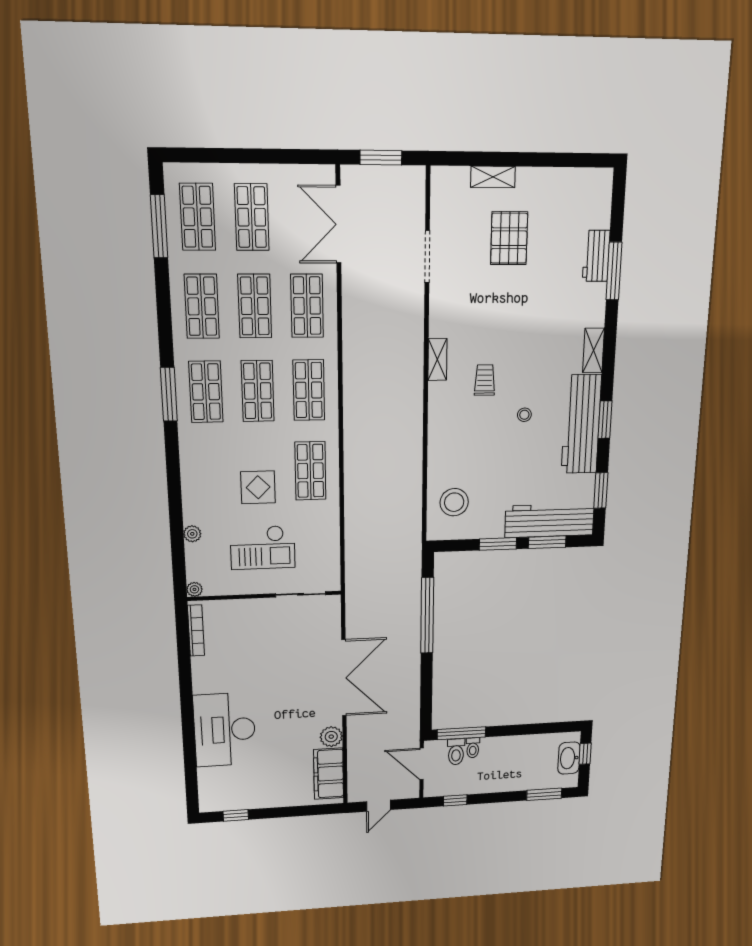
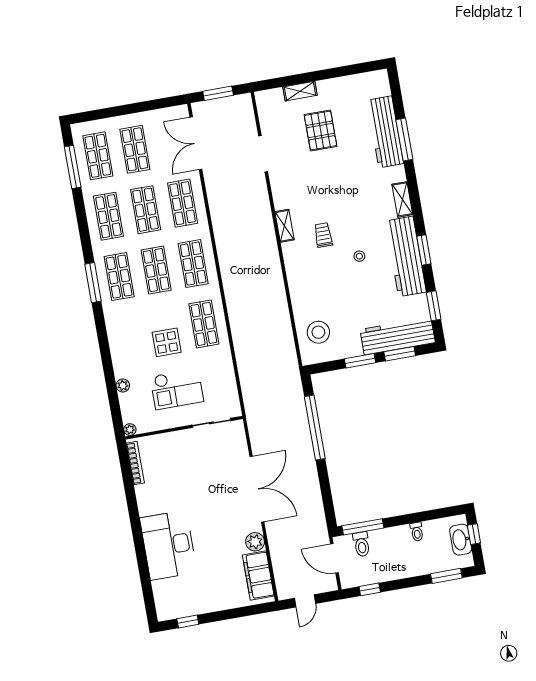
workbench: (596, 256) -> (385, 132), width x1.88, depth x1.32
toilet: (473, 748) -> (417, 532), moved

